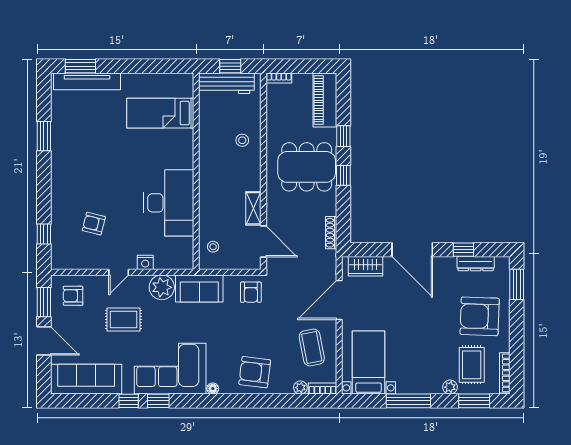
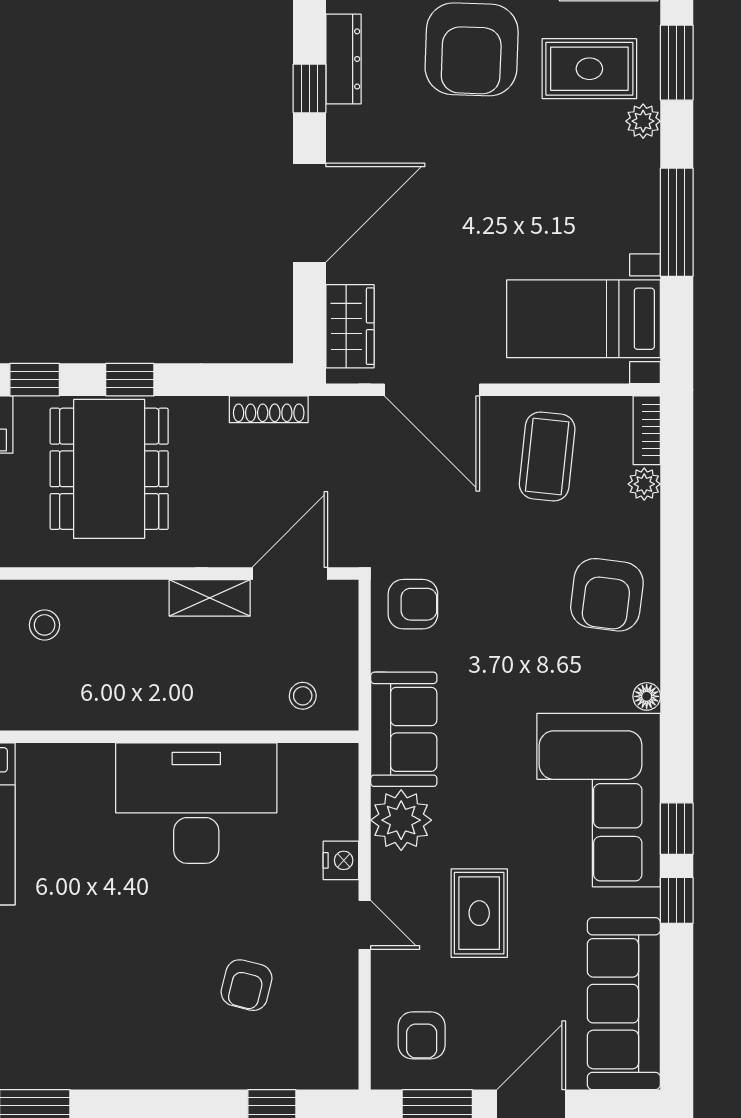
coffee table: (312, 348) -> (547, 457), turned -73

